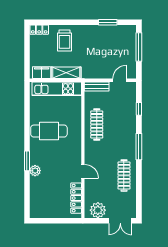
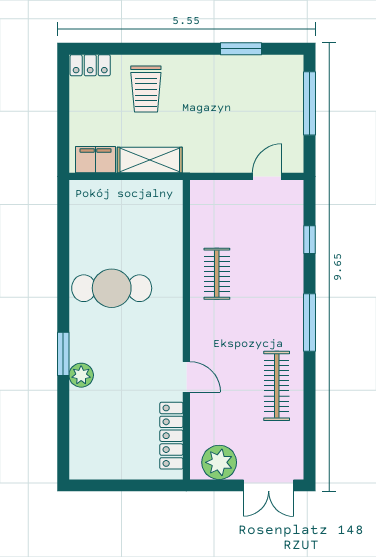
bench: (97, 86) -> (217, 190), removed
kitchen unit: (57, 89) -> (129, 195), removed
clothes rail: (97, 124) -> (217, 274), width x0.73

